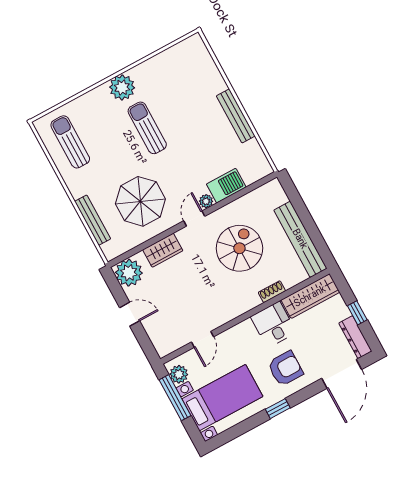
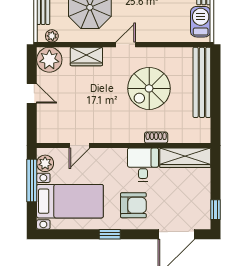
barbecue: (226, 186) -> (201, 22), moved, turned -90
plant: (206, 201) -> (52, 36), moved
bench: (300, 239) -> (202, 82), moved
spiral stairs: (239, 248) -> (149, 88), turned 180
window: (357, 313) -> (216, 210), moved
dresser: (355, 337) -> (203, 211), removed

